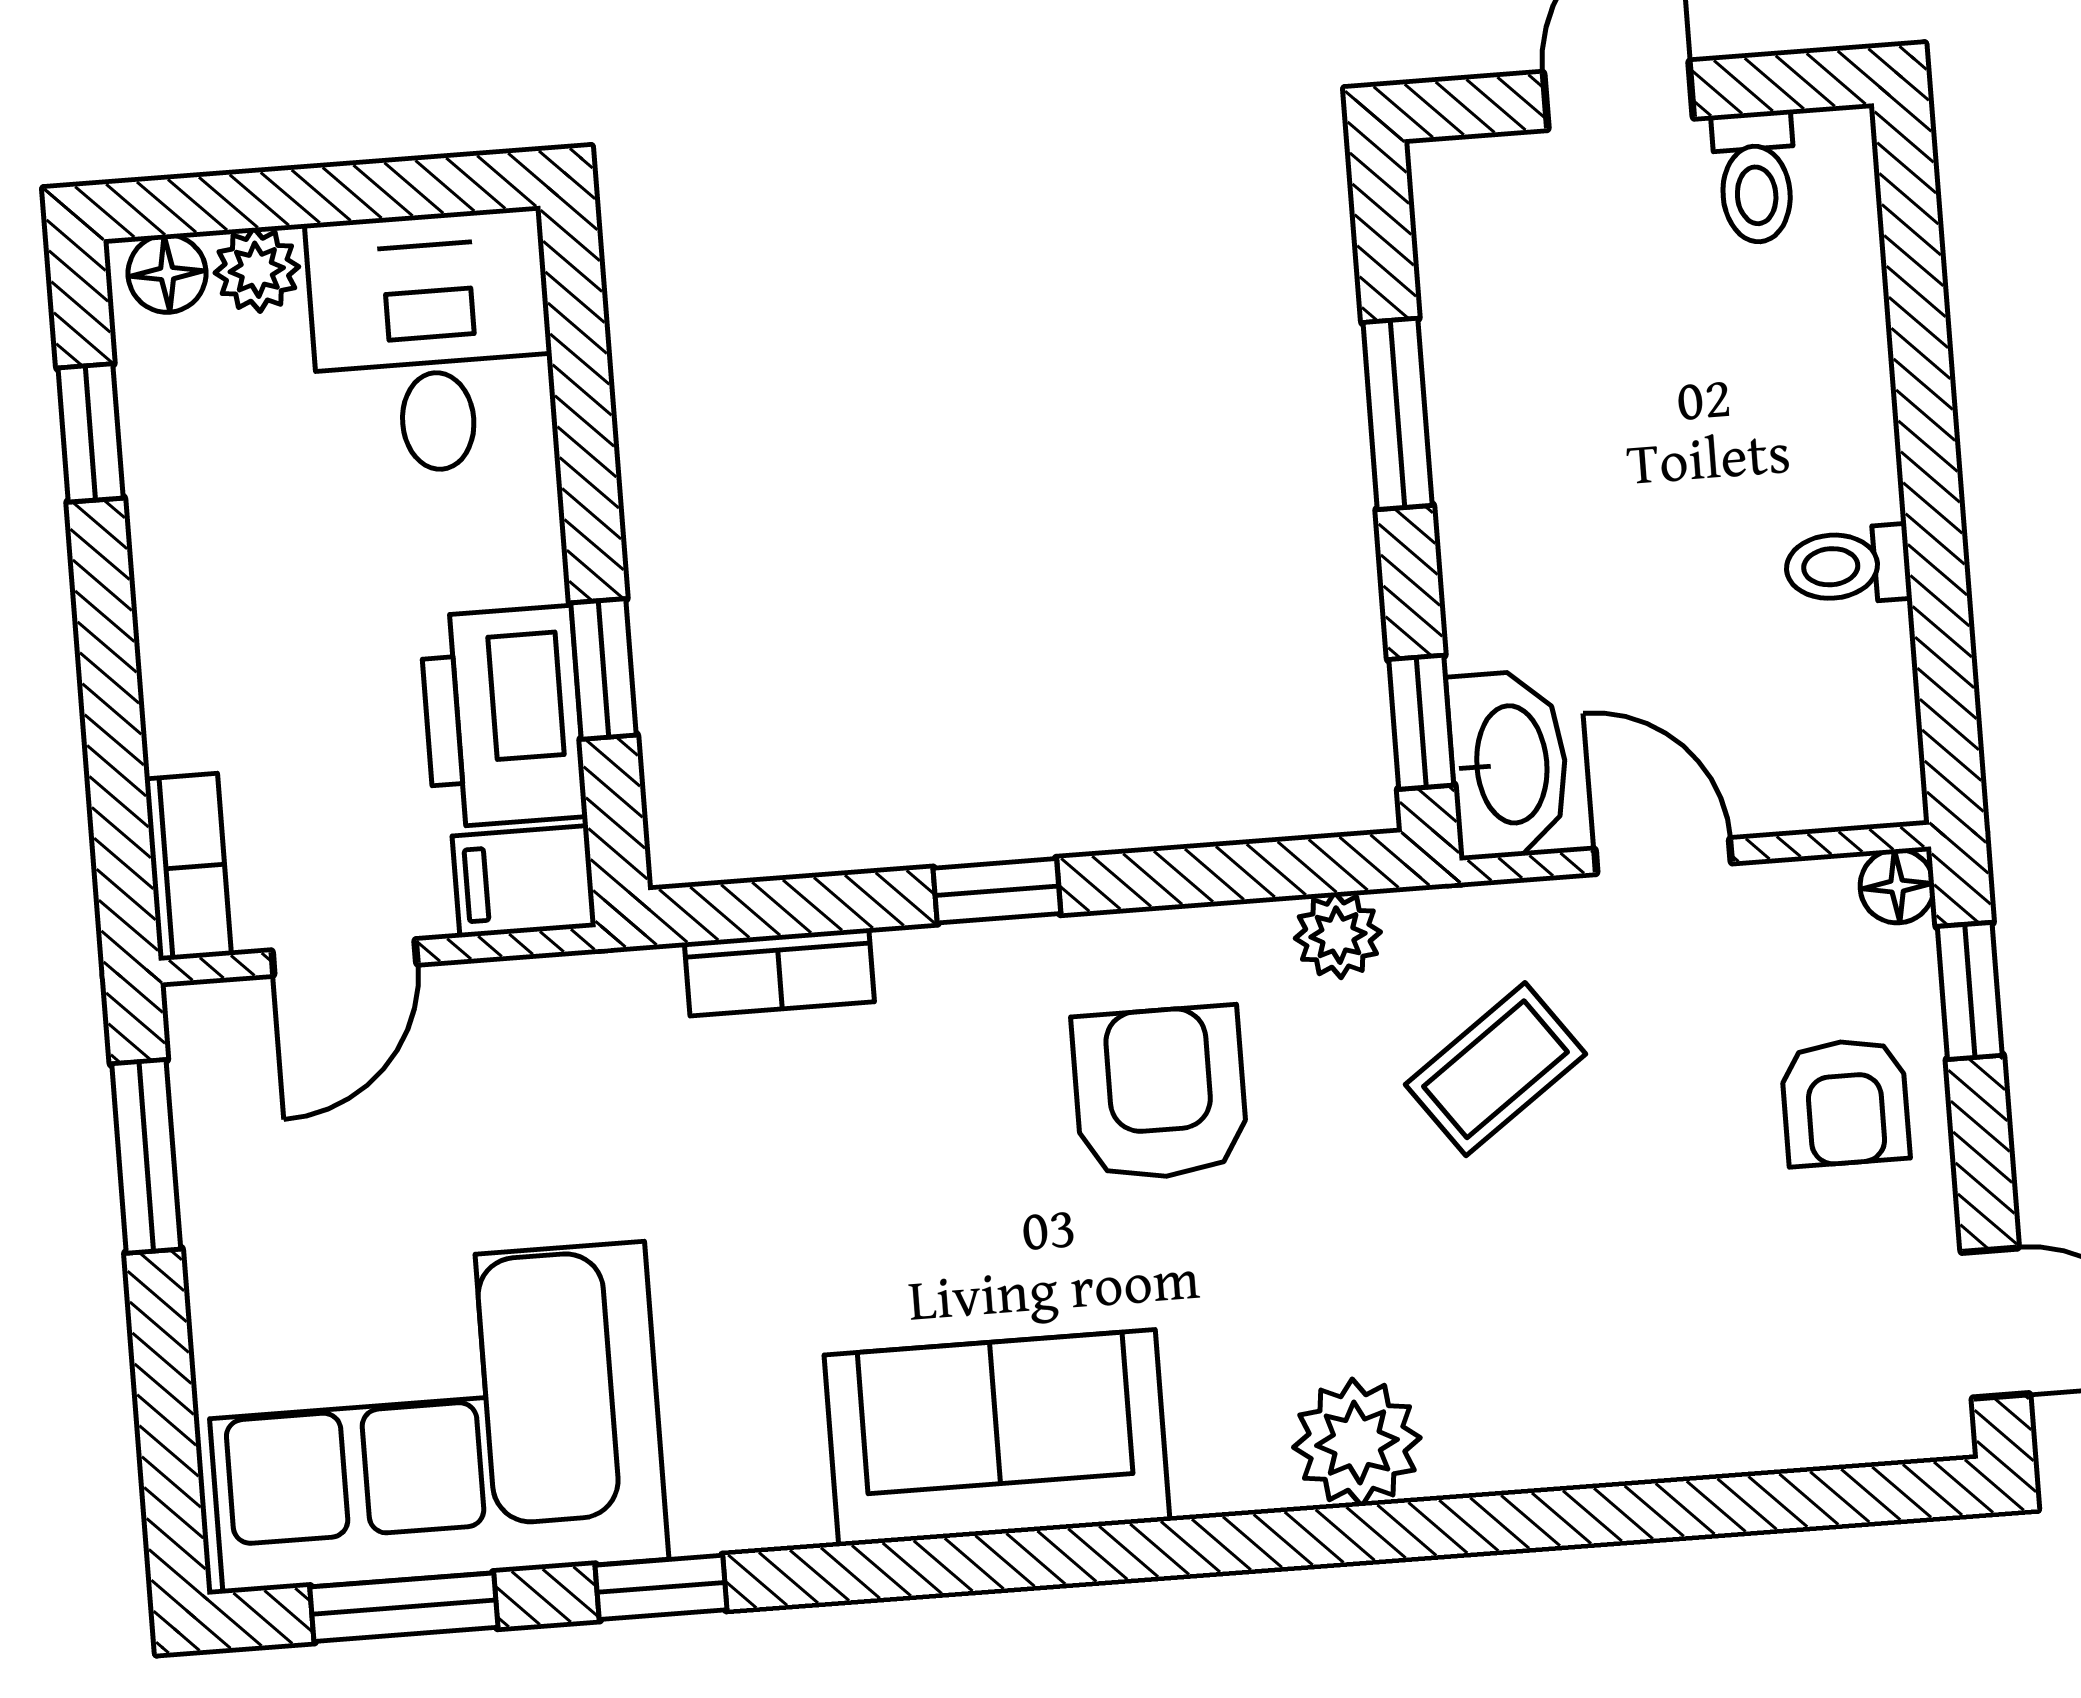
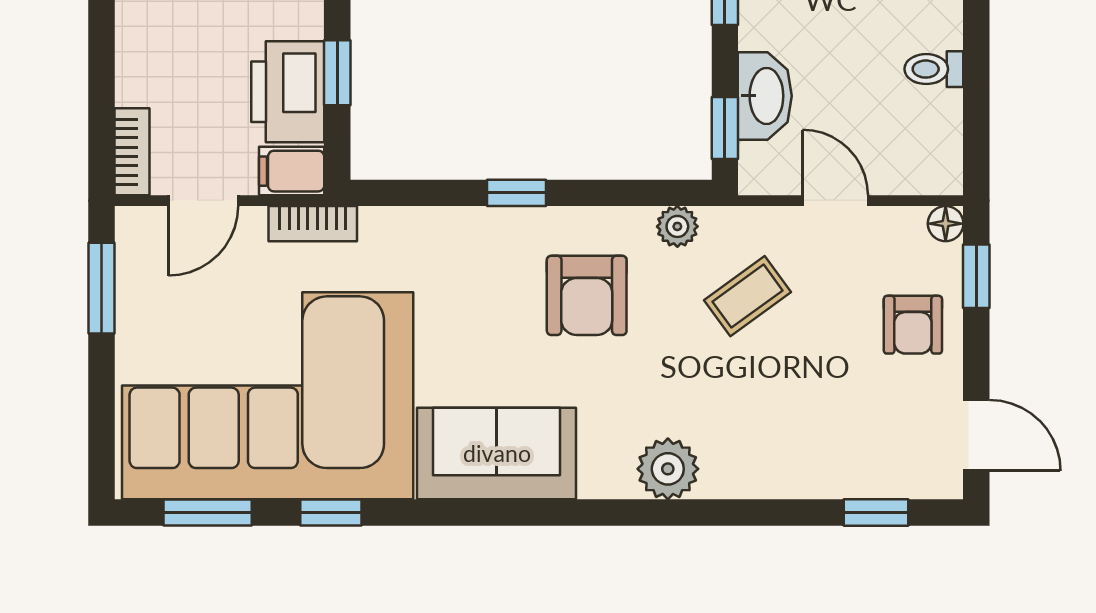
washbasin: (1508, 765) -> (765, 96), moved
bookcase: (779, 972) -> (313, 224), moved
armchair: (1160, 1093) -> (587, 295), turned 180
corner sofa: (434, 1417) -> (268, 396), width x1.36, depth x1.36
window: (1798, 1500) -> (876, 512), added

